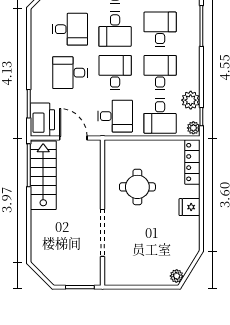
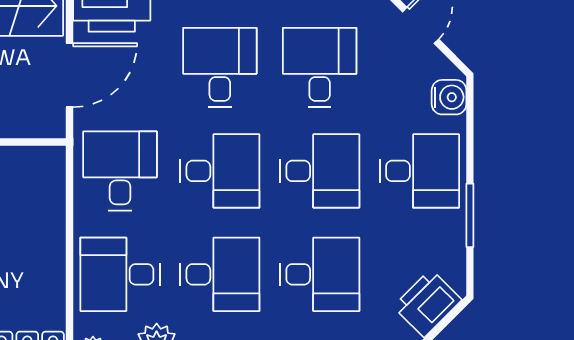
desk: (70, 29) -> (320, 68), turned 180
desk: (115, 29) -> (320, 171), turned 180
desk: (115, 116) -> (120, 171), turned 180

